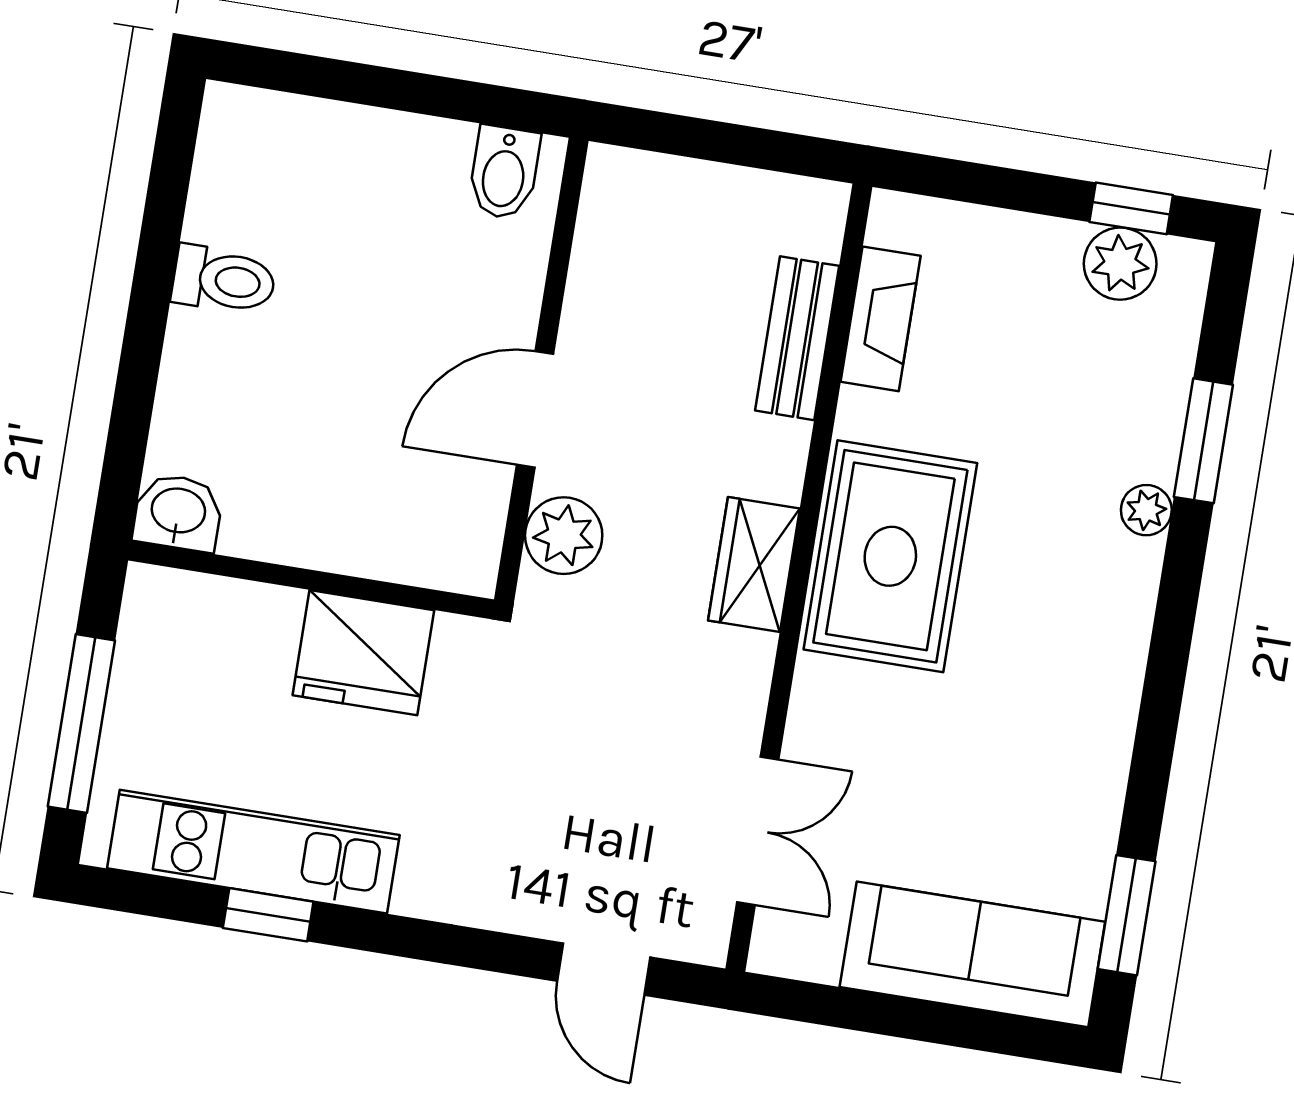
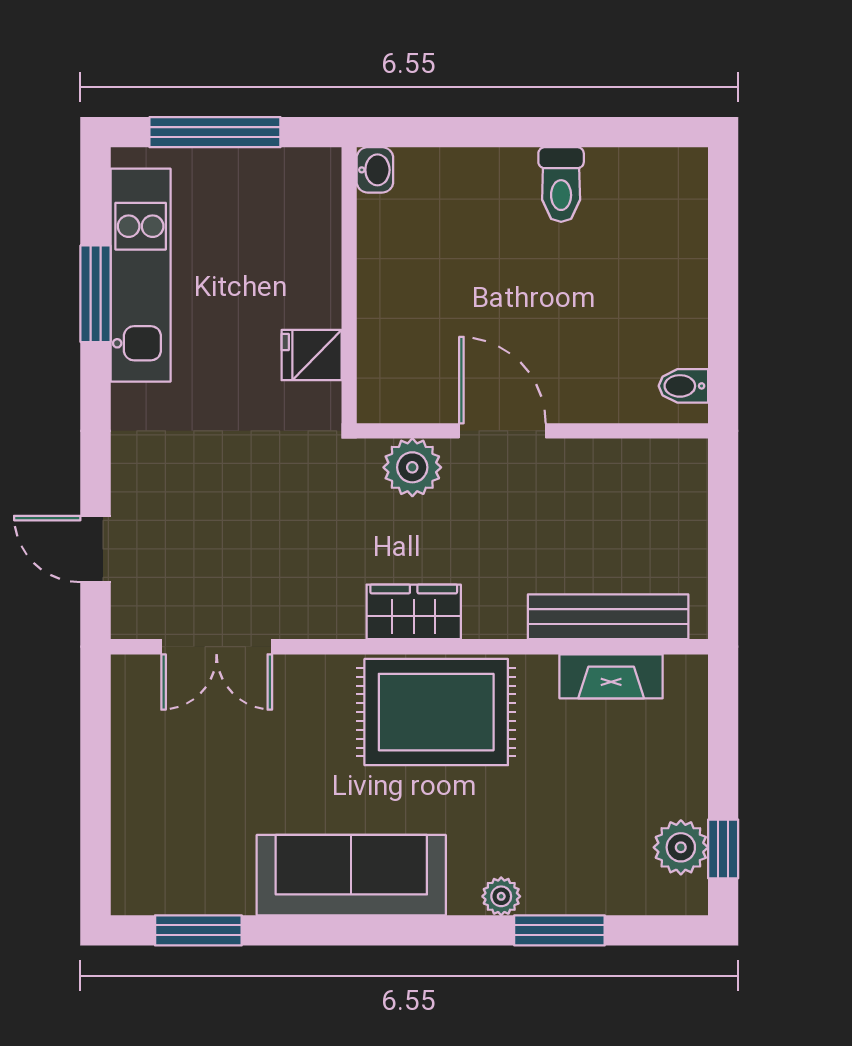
bidet: (504, 172) -> (683, 386), width x0.72, depth x0.74
bench: (797, 338) -> (608, 617), width x1.36
washbasin: (178, 512) -> (375, 170), width x0.72, depth x0.69
fridge: (363, 653) -> (312, 355), width x0.53, depth x0.75
window: (268, 915) -> (96, 294), width x1.50
sofa: (972, 954) -> (351, 875), moved, turned -90
door: (604, 969) -> (96, 549), hinge flipped

